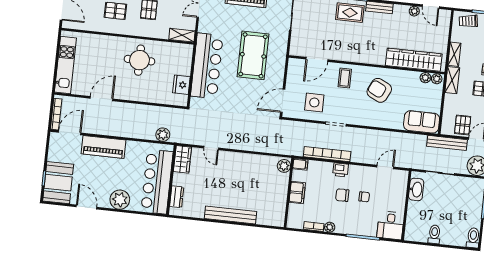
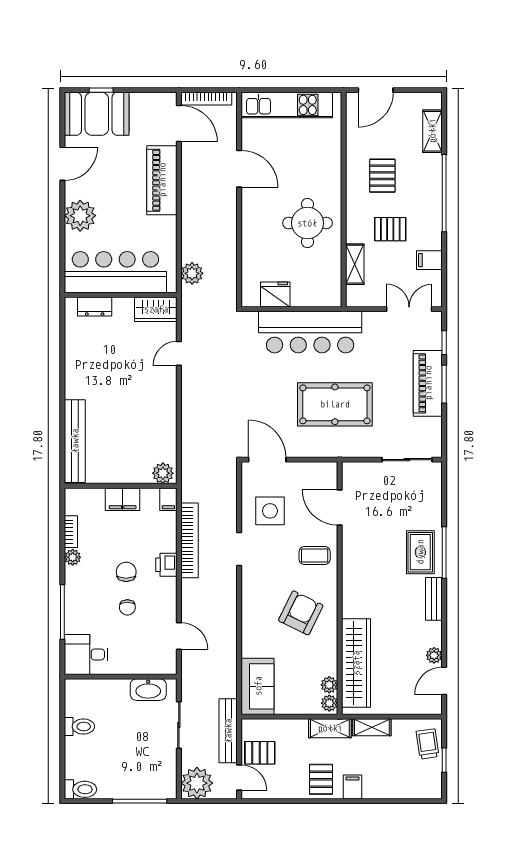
shelving: (182, 35) -> (355, 264), moved
bench: (231, 215) -> (75, 441), moved

